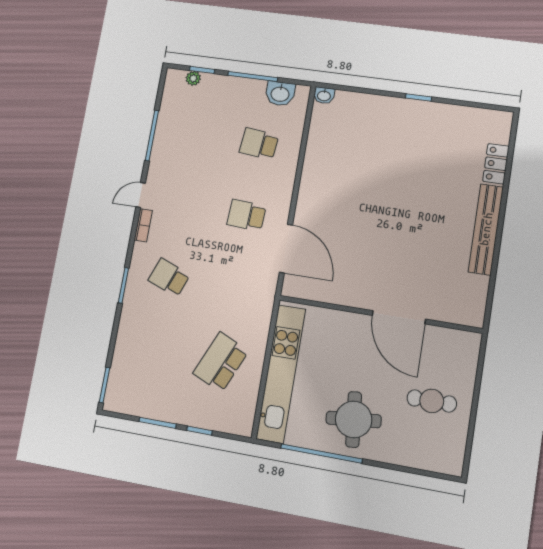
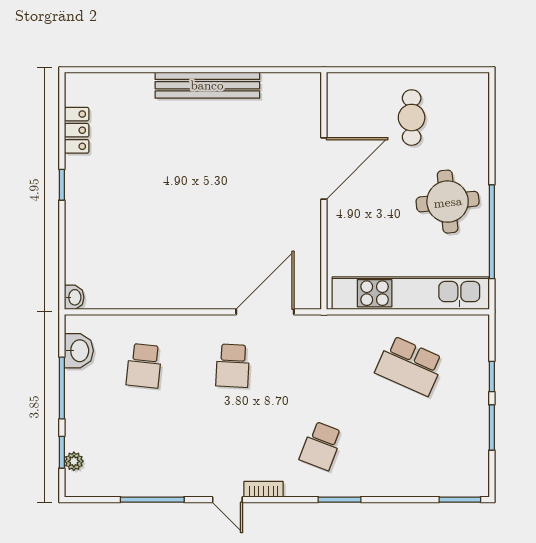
locker: (496, 164) -> (77, 130), moved, turned -90

